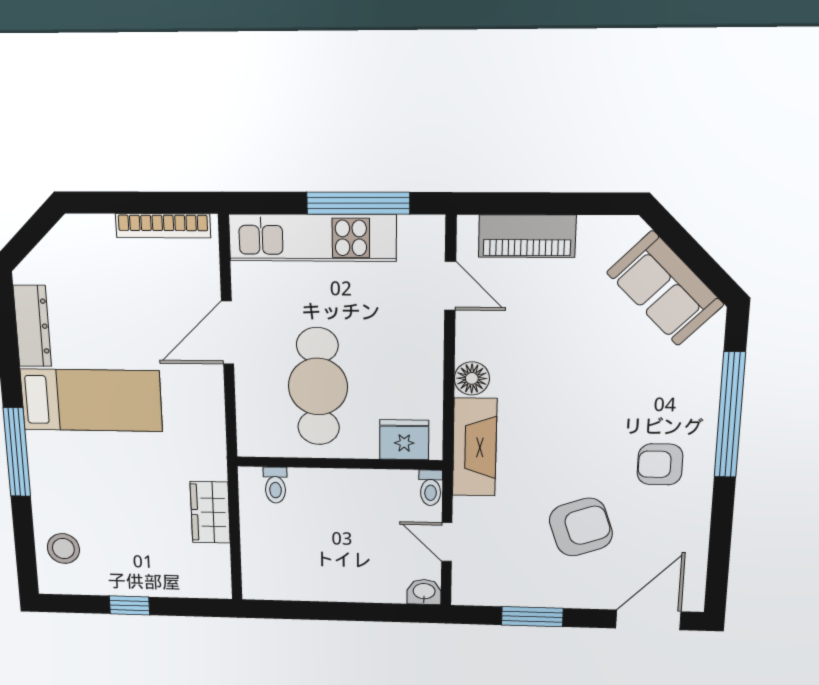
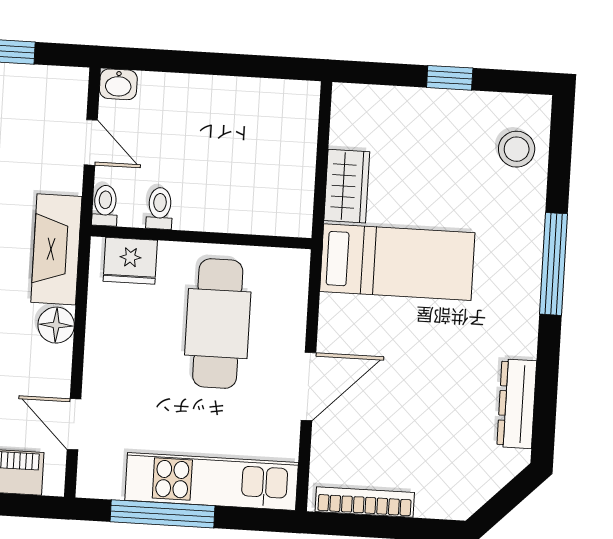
bed: (91, 400) -> (397, 262), moved, turned 180
toilet: (275, 485) -> (160, 208), moved

